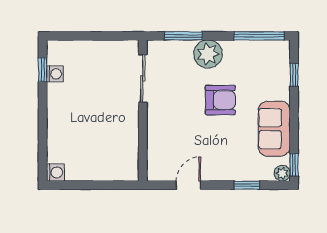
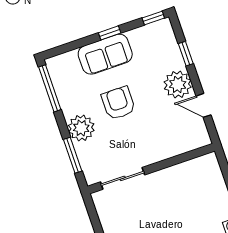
window: (294, 75) -> (110, 33), moved
sofa: (274, 129) -> (105, 54), moved
plant: (282, 173) -> (178, 85), moved, width x1.87, depth x1.87

